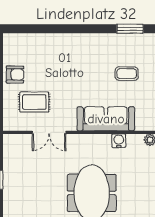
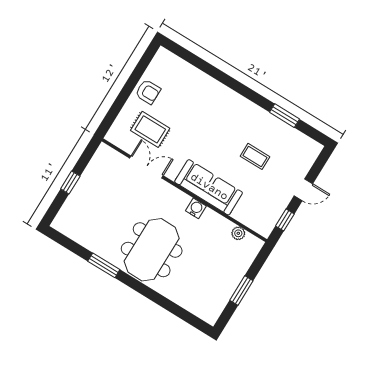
double door: (49, 132) -> (146, 167), swing flipped
water cooler: (119, 141) -> (196, 208), moved

